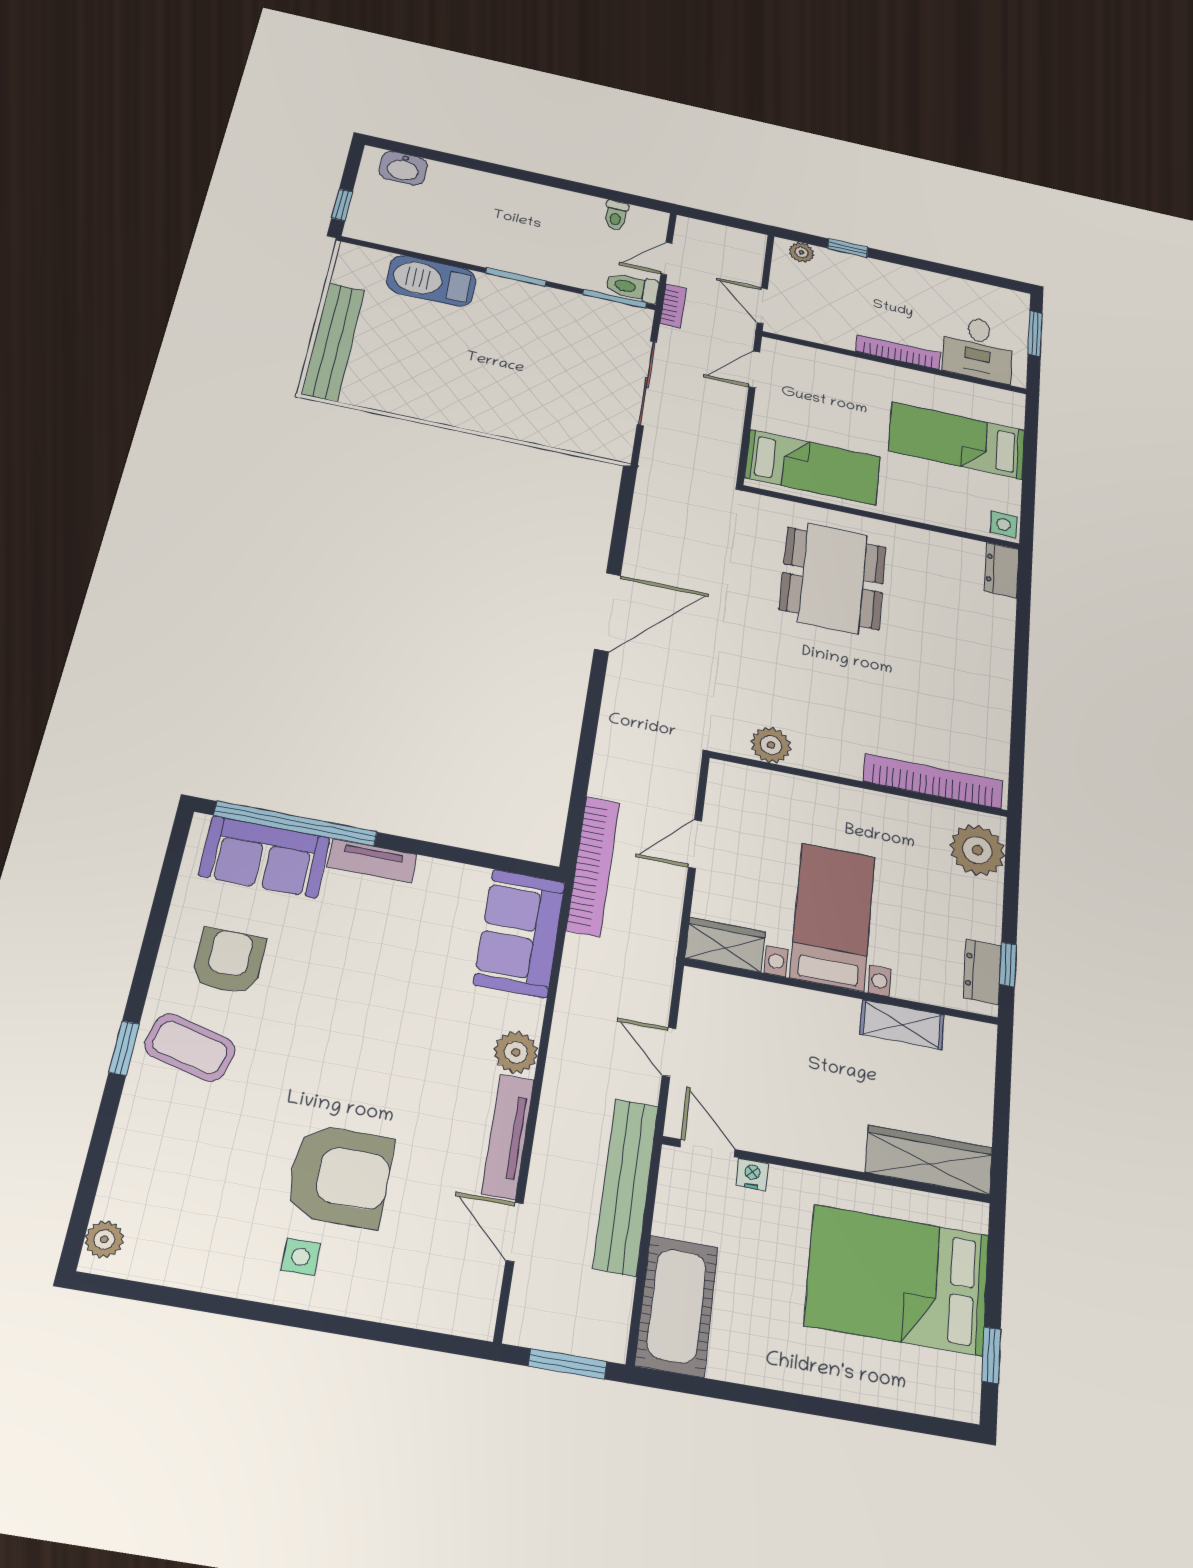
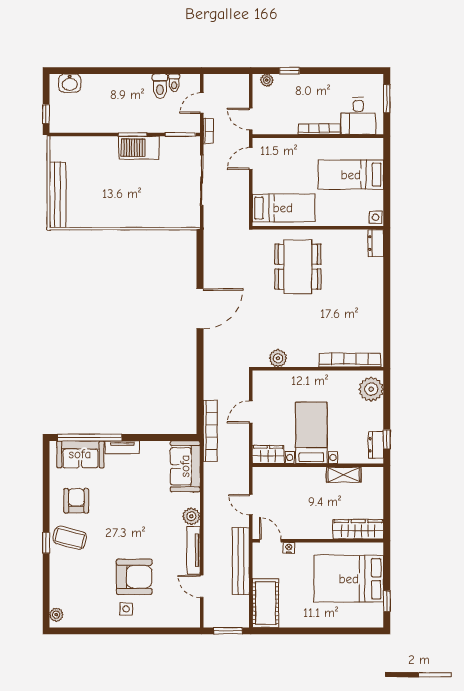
barbecue: (431, 281) -> (139, 148), moved
toilet: (632, 287) -> (160, 86), moved, turned -90

